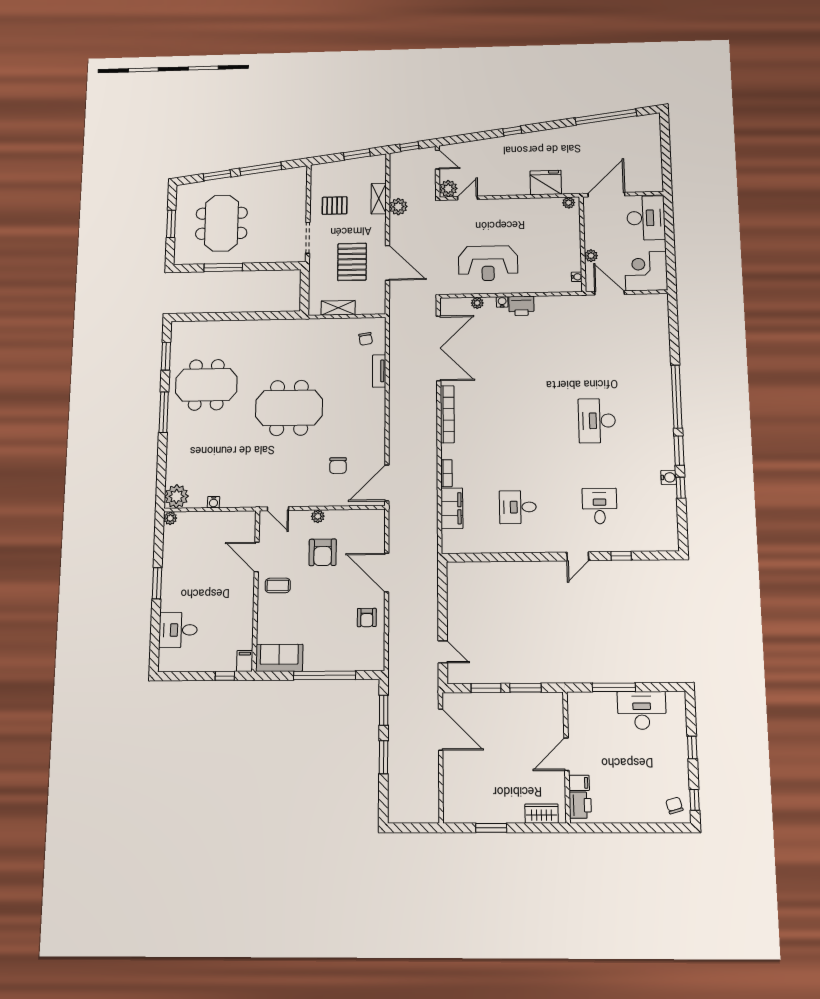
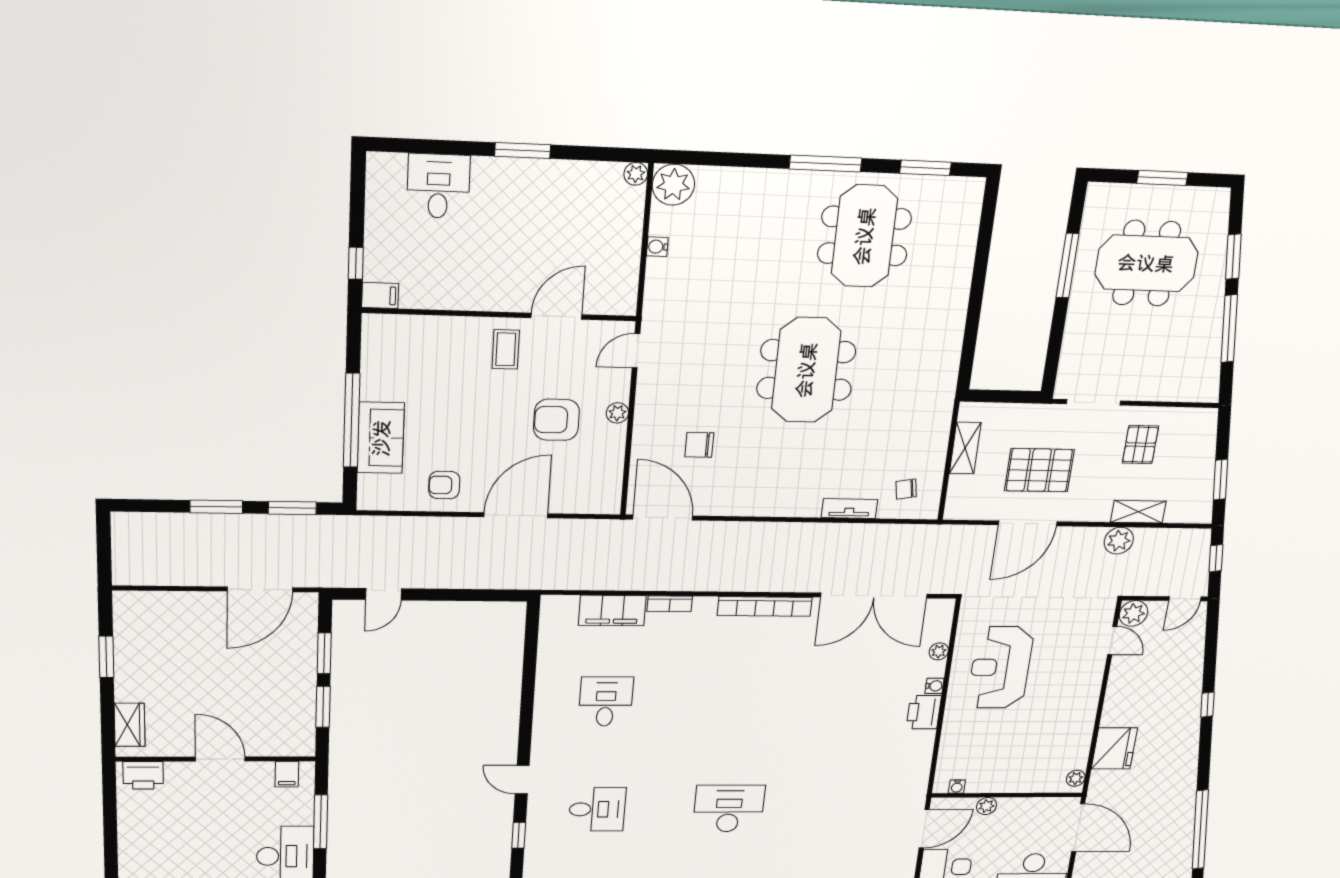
sofa: (279, 658) -> (381, 438), moved
filing cabinet: (579, 783) -> (287, 774), moved

